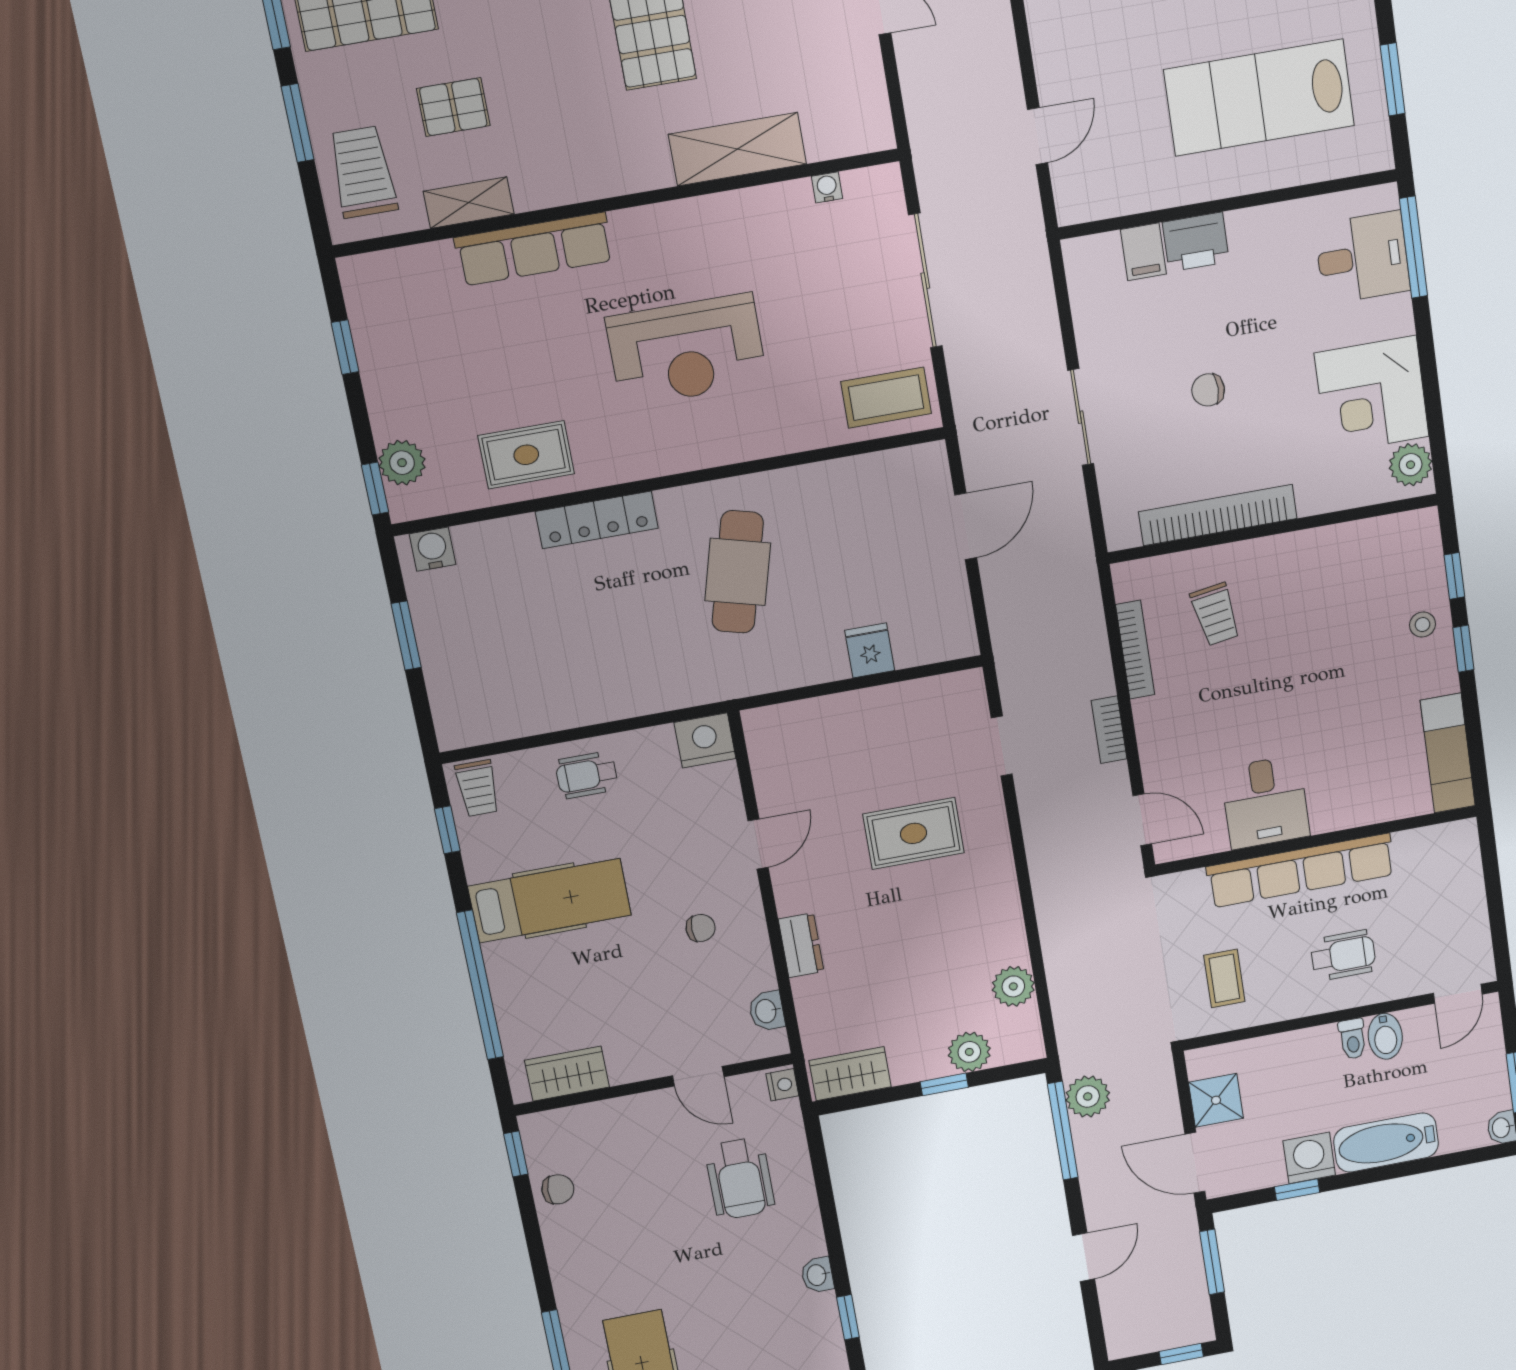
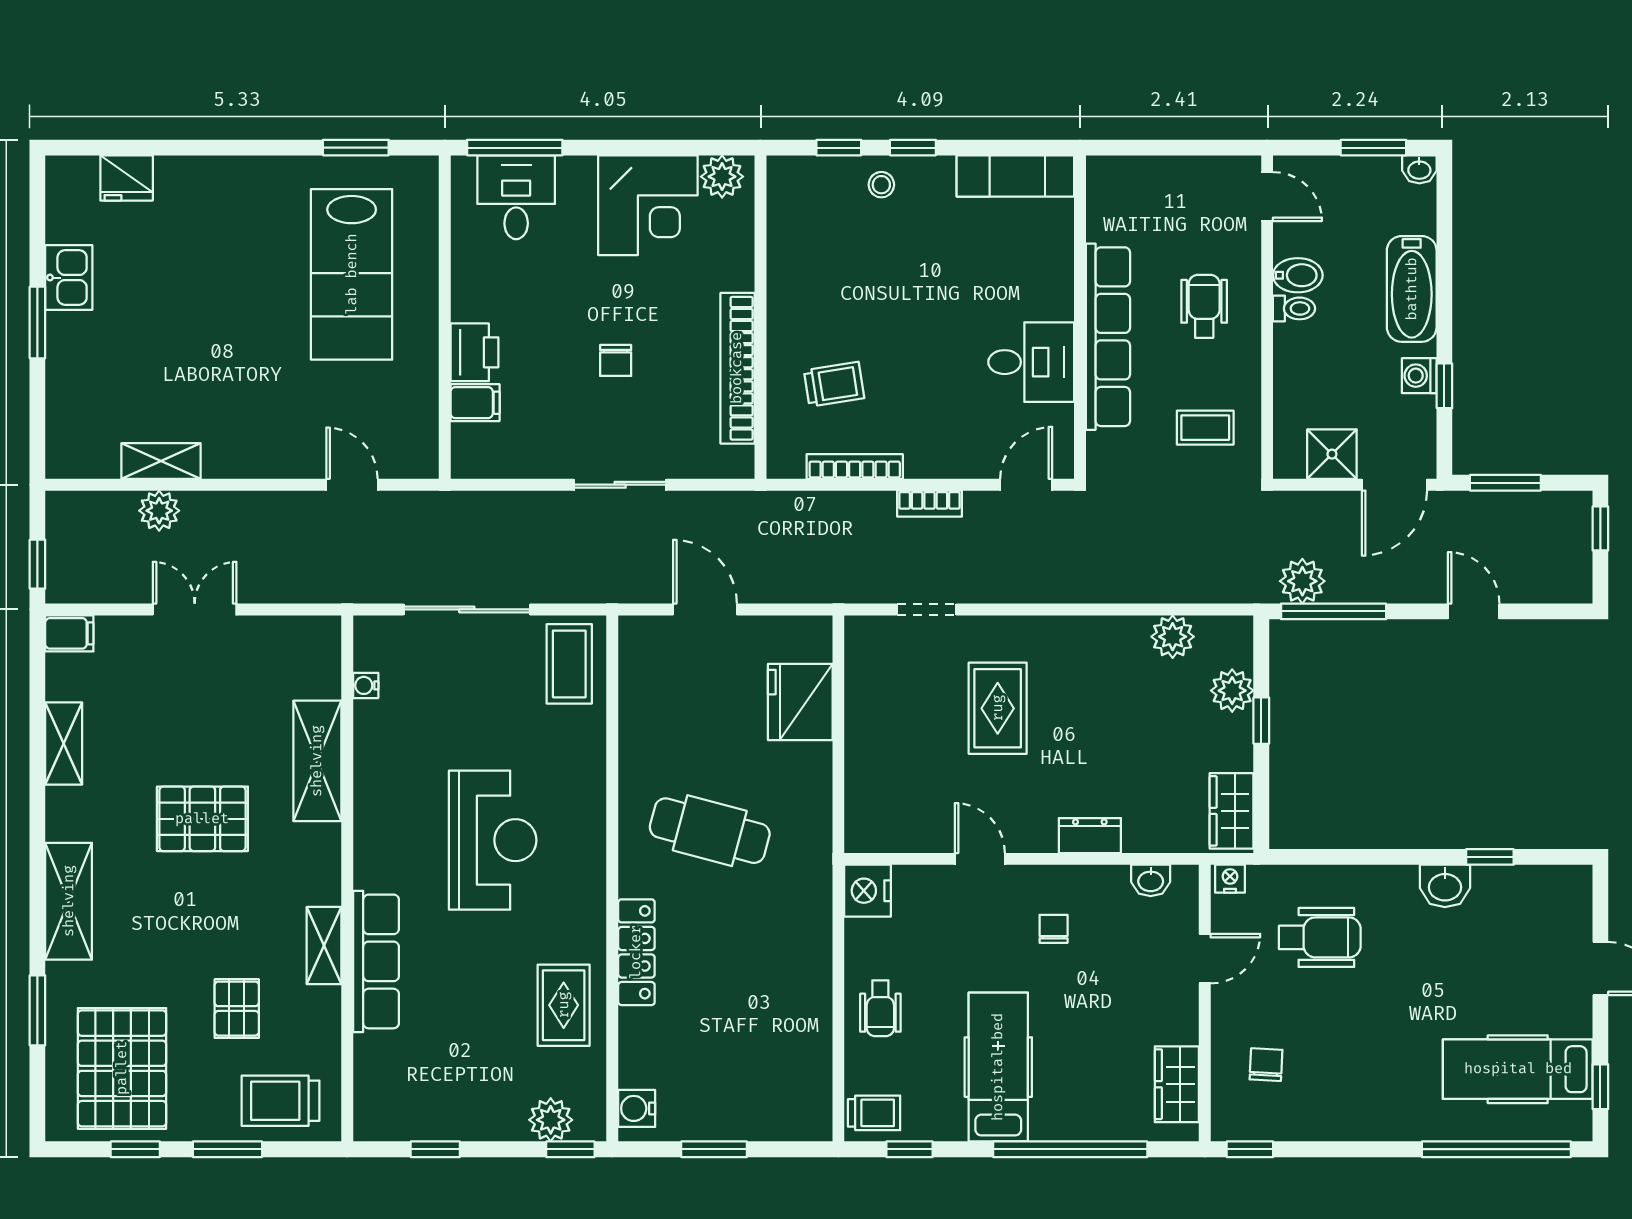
shelving: (469, 203) -> (324, 946), moved
fridge: (870, 650) -> (800, 702), width x1.88, depth x1.34
washing machine: (1309, 1158) -> (1419, 376), width x0.73, depth x0.73
chair: (558, 1189) -> (1266, 1065), moved
washbasin: (817, 1275) -> (1445, 886), width x1.38, depth x1.45

